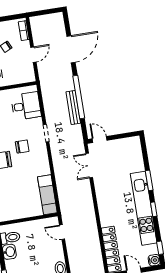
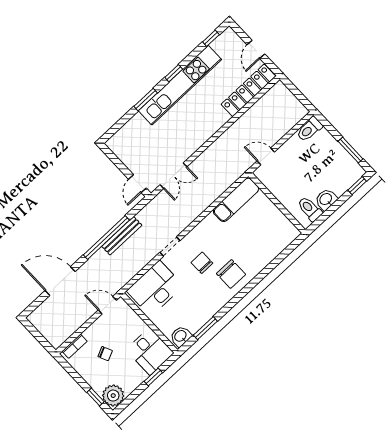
door: (33, 55) -> (107, 305), moved
desk: (26, 106) -> (155, 288), width x1.37
door: (62, 232) -> (266, 156), swing flipped
water cooler: (154, 260) -> (229, 36), removed

